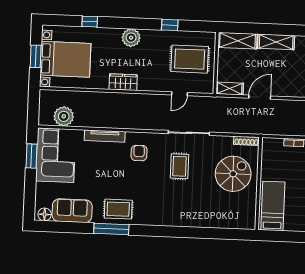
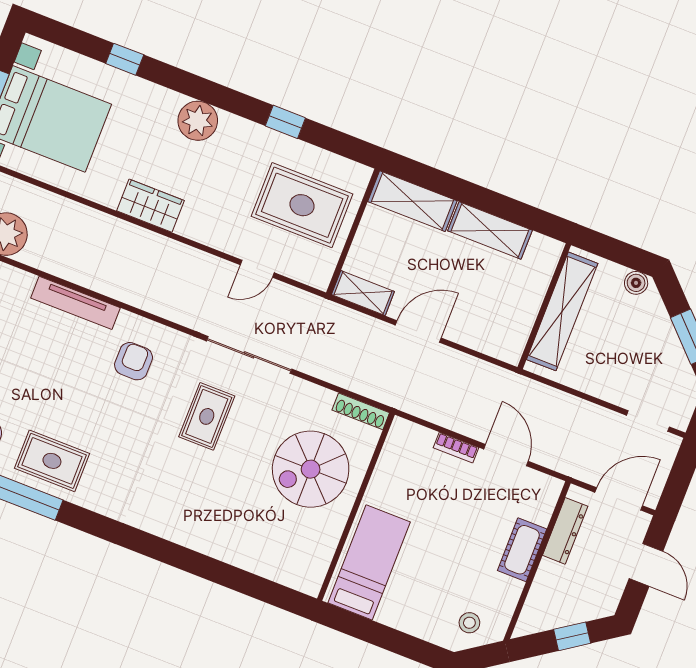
spiral stairs: (233, 174) -> (311, 469), turned 180

